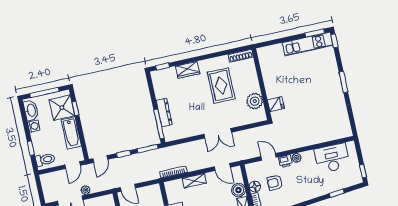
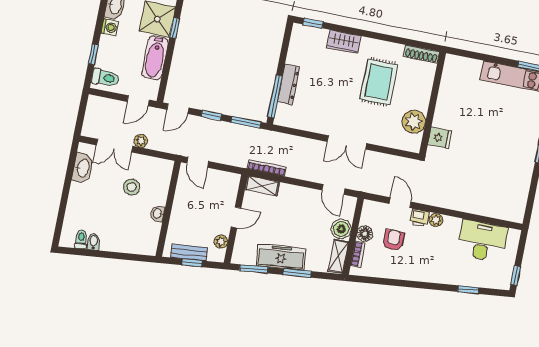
shelving: (194, 181) -> (262, 186), moved
armchair: (275, 183) -> (393, 240), turned 90

